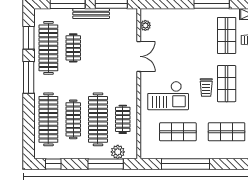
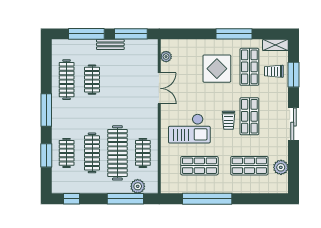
bench: (91, 14) -> (110, 44), width x0.73
display table: (195, 37) -> (217, 69), added
window: (29, 38) -> (46, 155), moved
clothes rail: (48, 48) -> (67, 80), width x0.73, depth x0.76
clothes rail: (48, 119) -> (67, 153), width x0.54, depth x0.76

